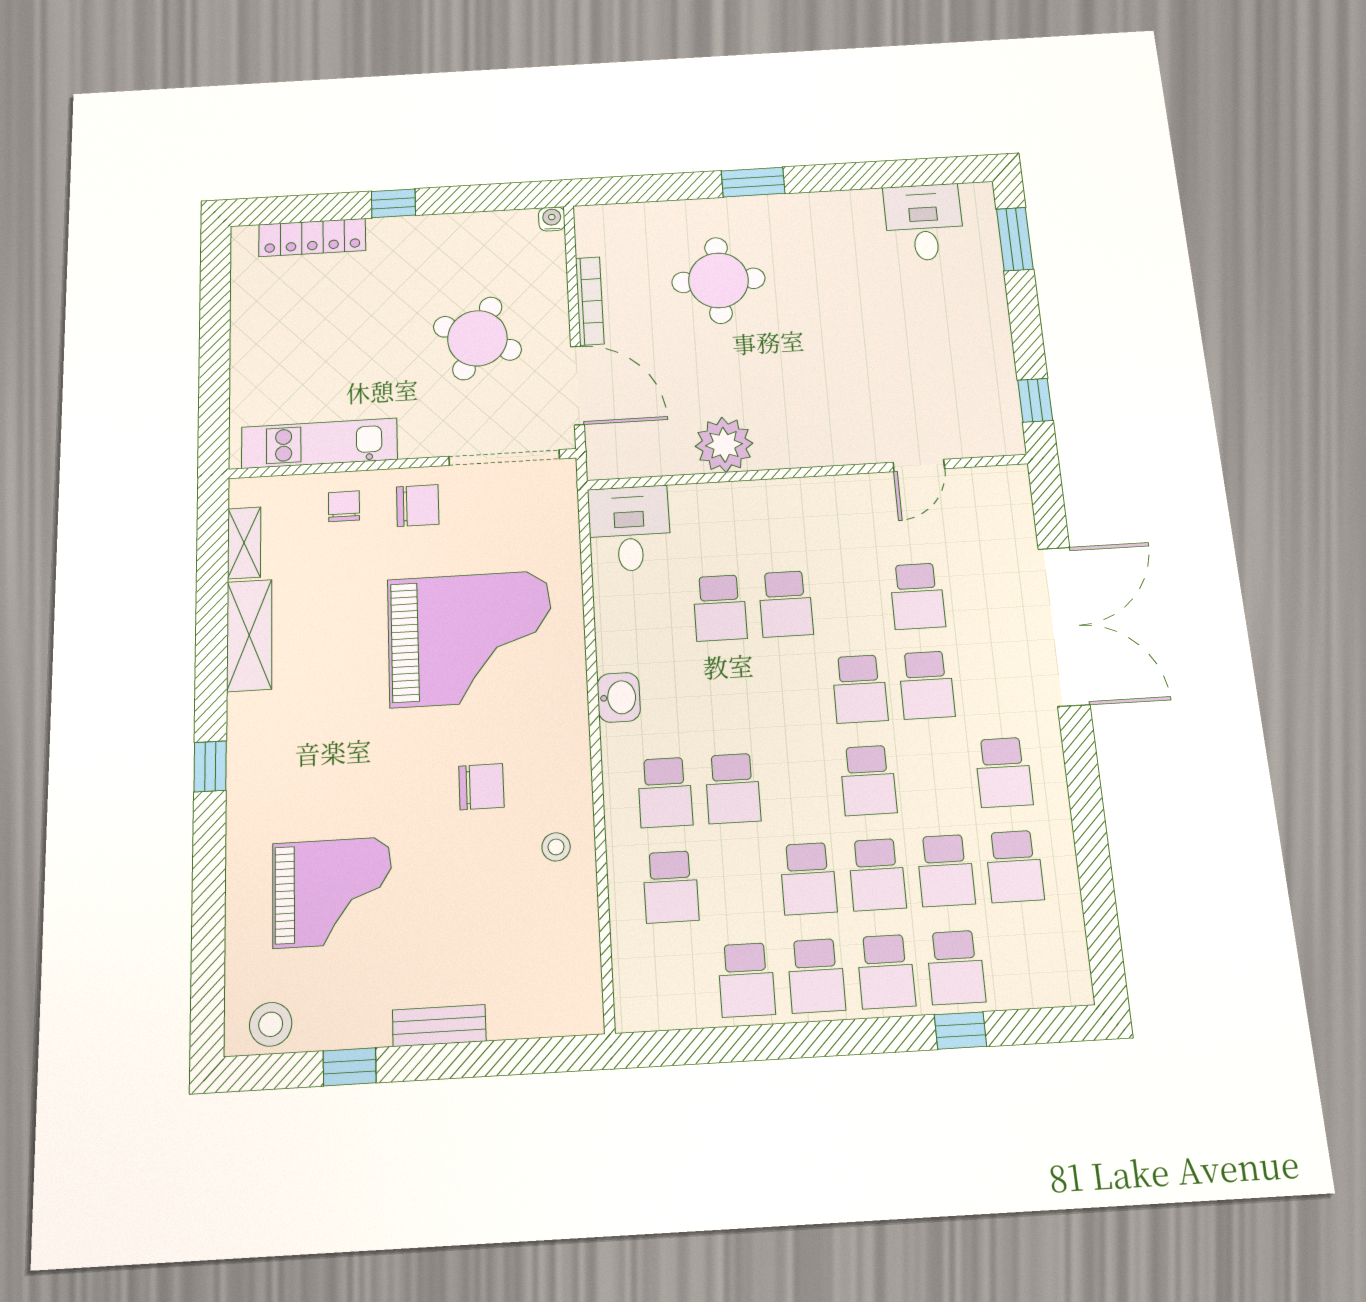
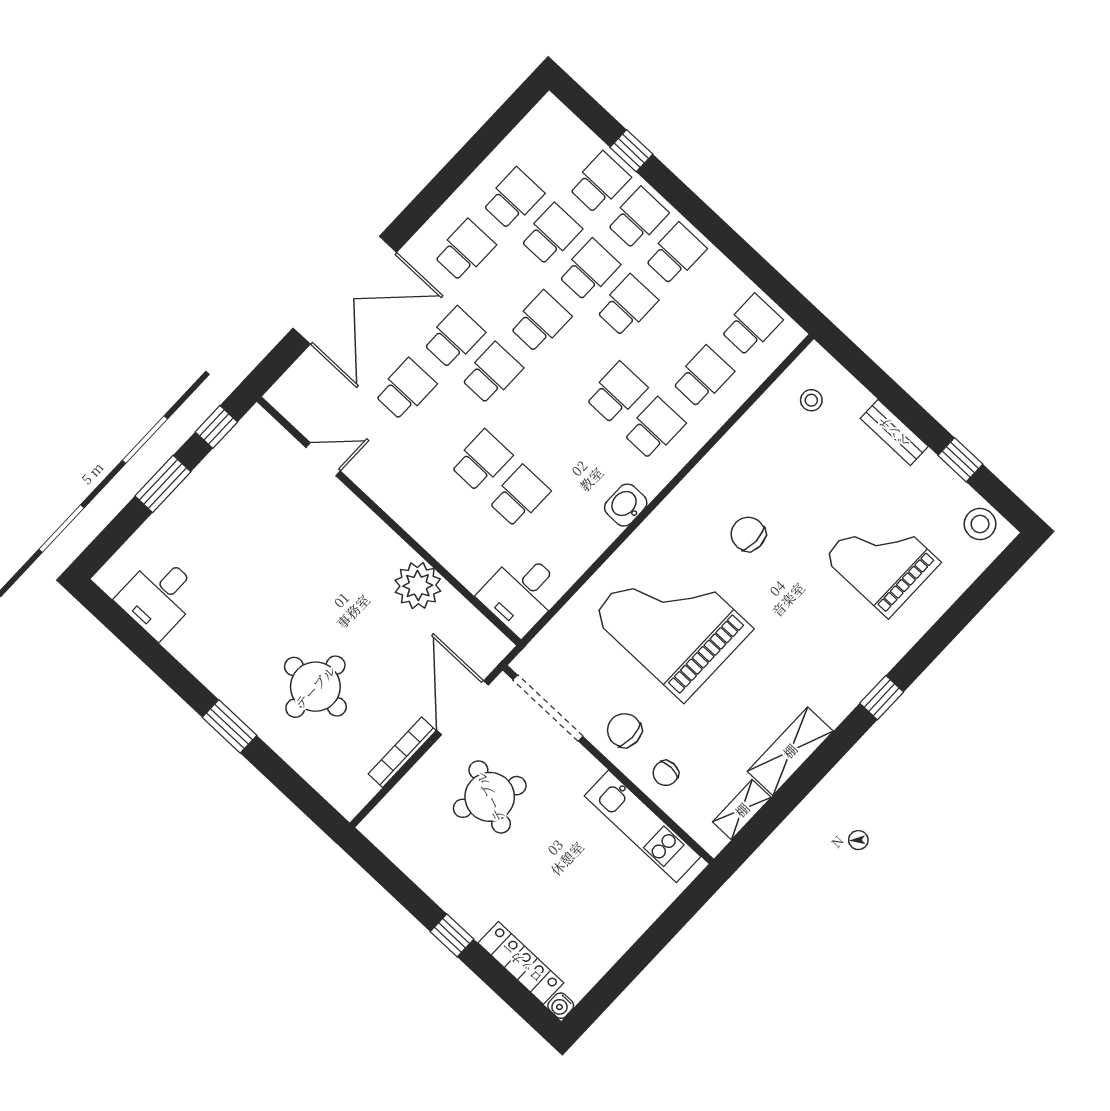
water cooler: (552, 219) -> (561, 1006), moved
window: (1015, 239) -> (163, 484), moved
double door: (1064, 626) -> (345, 290), swing flipped
stool: (556, 847) -> (811, 400), moved
school desk: (746, 980) -> (751, 325), moved

